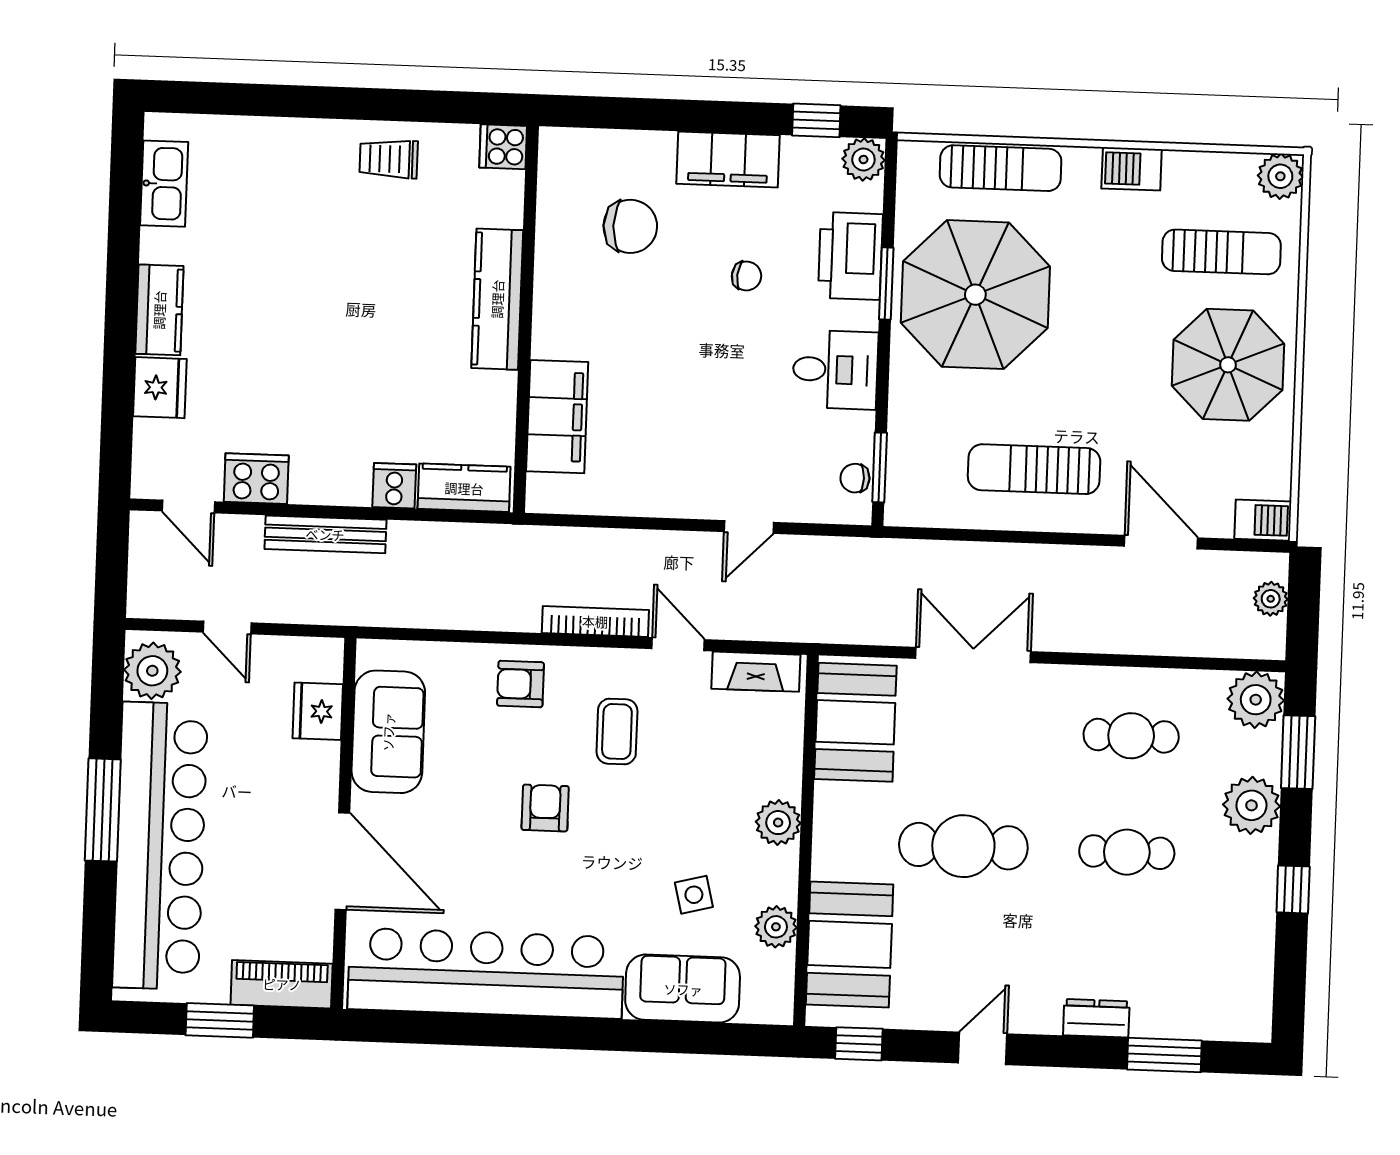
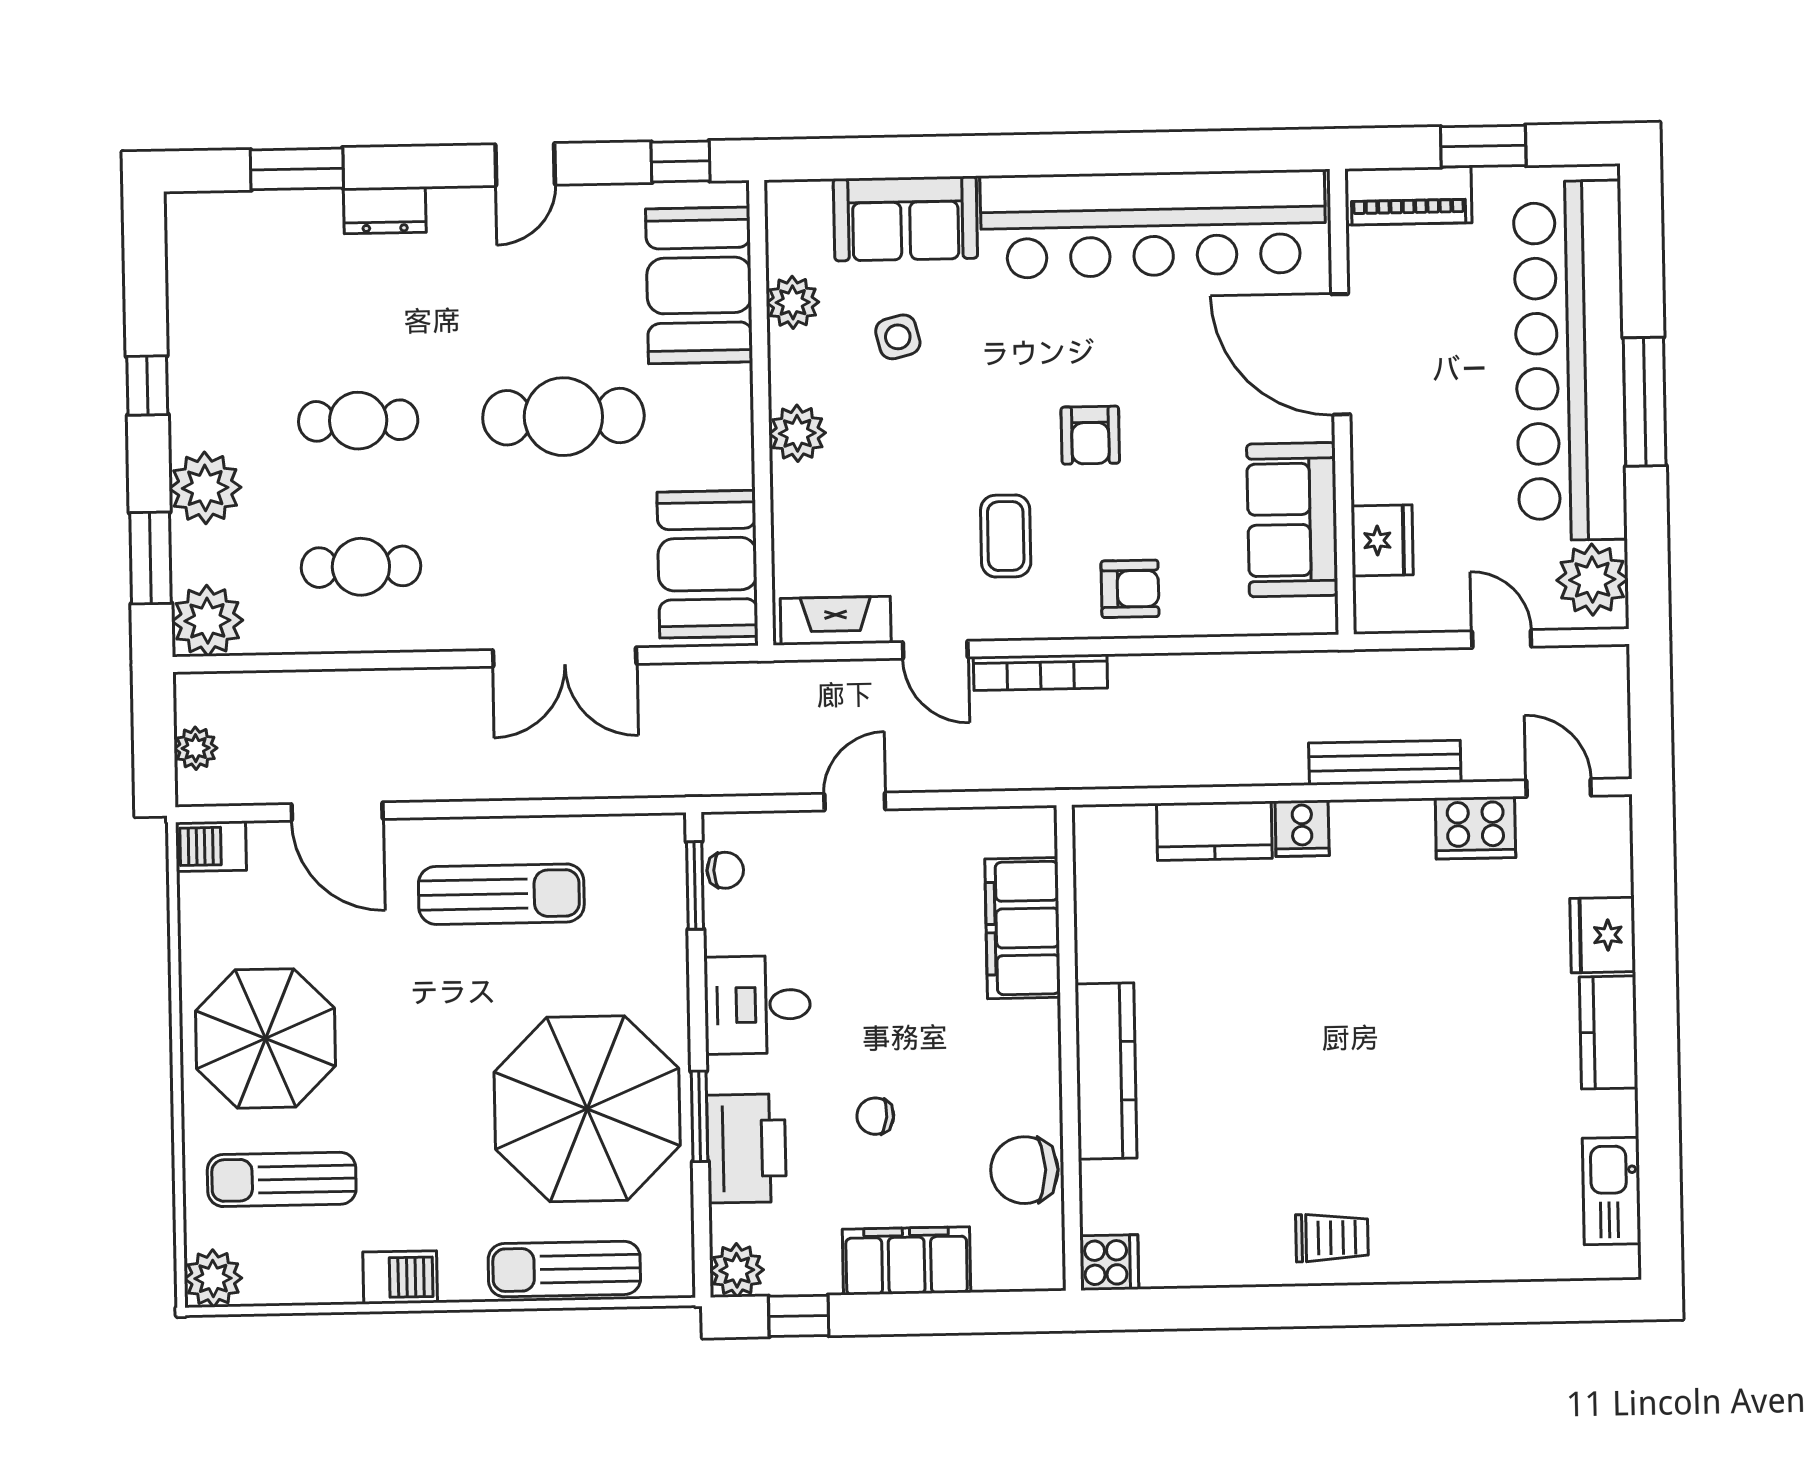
cooker: (503, 147) -> (1109, 1262), moved
kitchen counter: (497, 299) -> (1106, 1071), moved
wall: (526, 319) -> (1069, 1048), moved
filing cabinet: (557, 417) -> (1023, 928), moved

